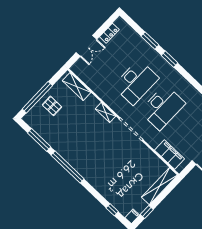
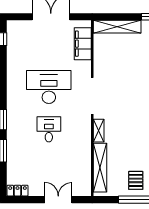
locker: (109, 33) -> (18, 191), moved
desk: (136, 82) -> (49, 129), width x0.53, depth x0.77
shelving: (77, 87) -> (100, 168), width x1.47

